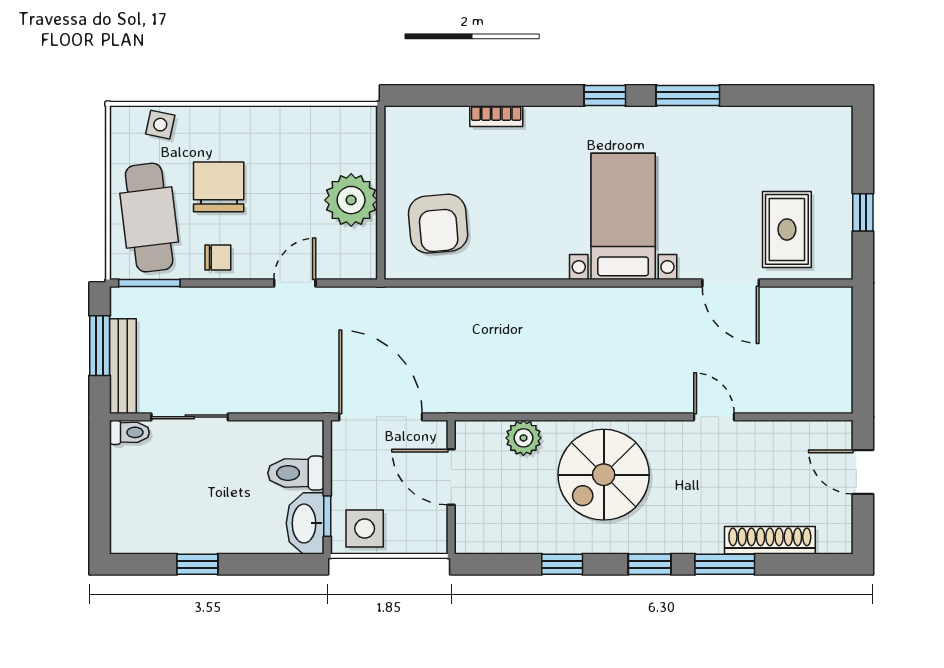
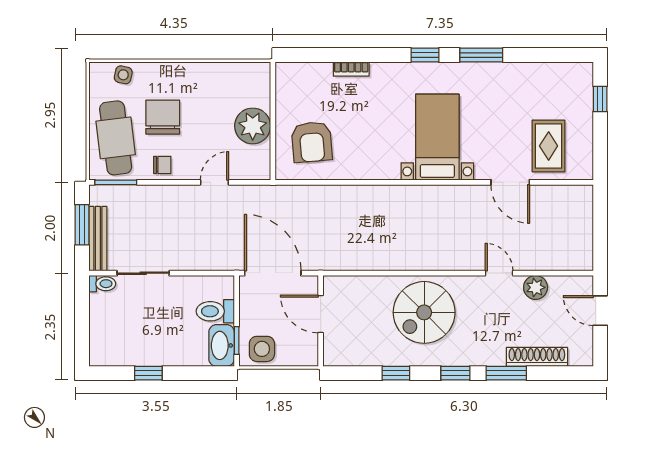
window: (863, 212) -> (600, 99), moved
plant: (523, 438) -> (536, 287), moved

